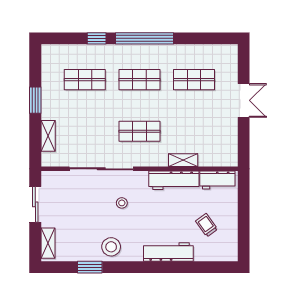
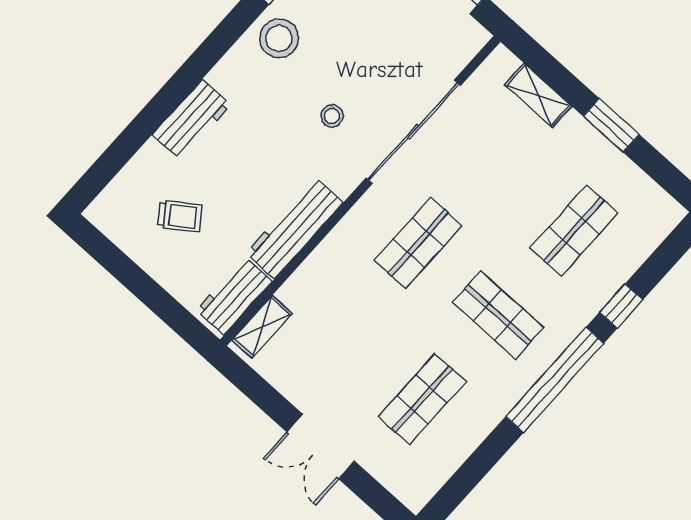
shop shelf: (139, 80) -> (498, 315), turned 90
shelving: (183, 160) -> (262, 327), moved
workbench: (168, 252) -> (191, 120), width x0.73

